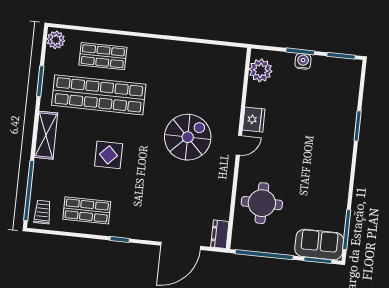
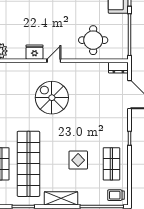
door: (239, 145) -> (54, 61), hinge flipped
display table: (109, 155) -> (78, 160), moved

